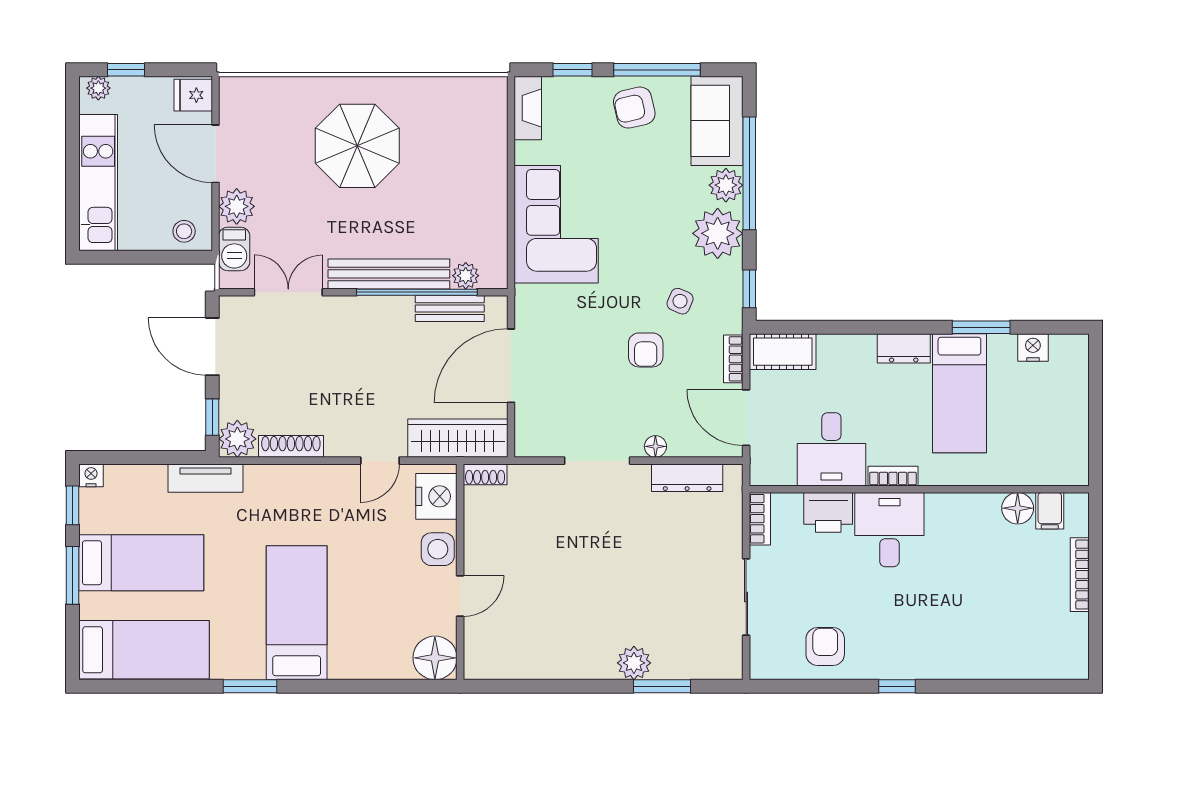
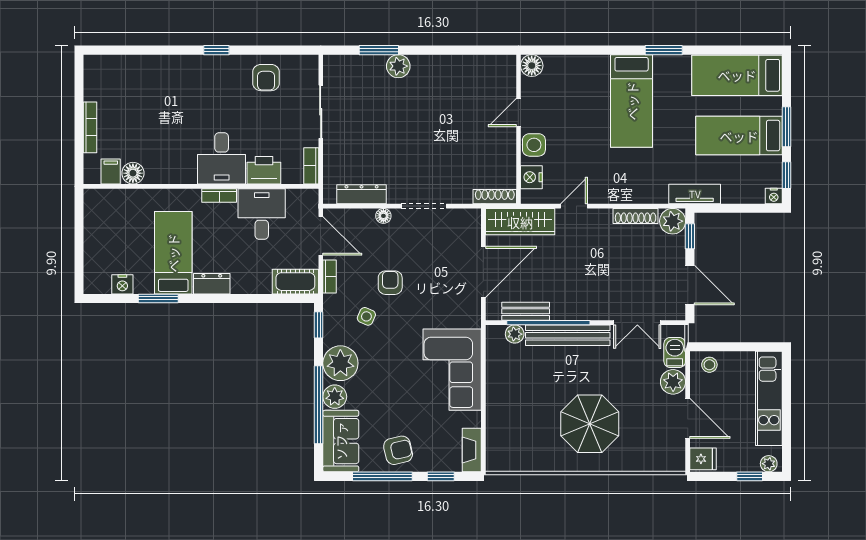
shoe rack: (485, 474) -> (495, 197), width x1.43
nightstand: (436, 496) -> (531, 177), width x0.74, depth x0.75
floor lamp: (435, 658) -> (532, 66), width x0.73, depth x0.73

